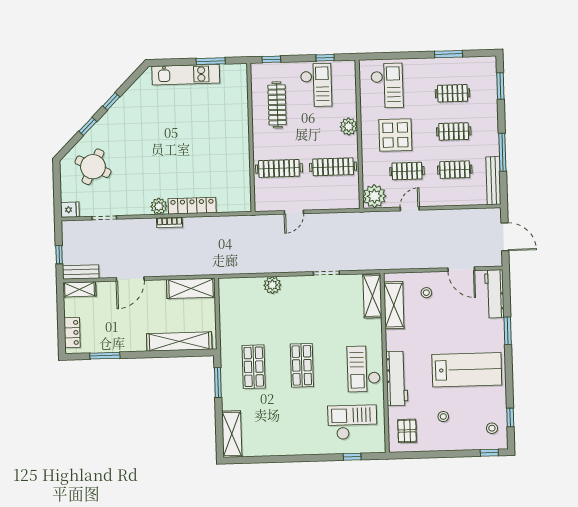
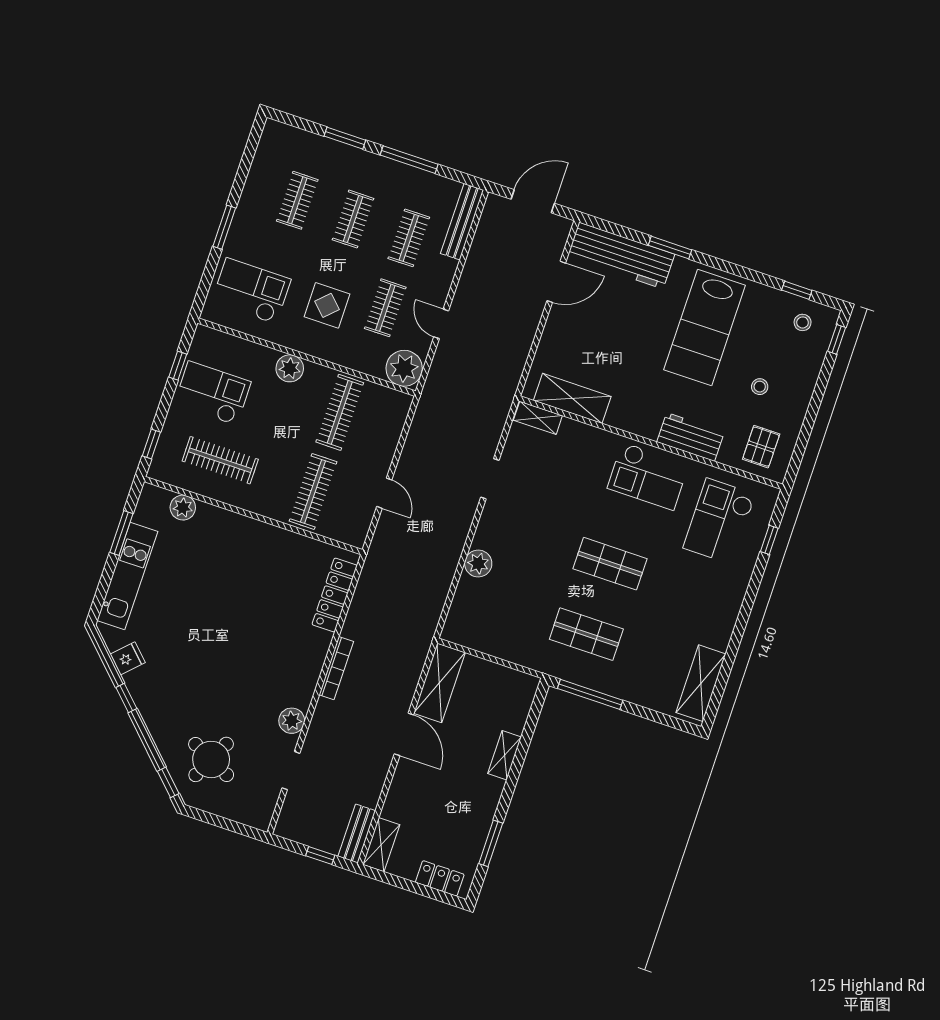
window: (448, 54) -> (224, 227), moved
window: (500, 86) -> (345, 138), moved
plant: (240, 93) -> (183, 508), added
window: (88, 126) -> (168, 782), moved
display table: (395, 135) -> (327, 305), width x0.73, depth x0.73
bench: (493, 181) -> (462, 222), moved, turned 90
plant: (159, 206) -> (292, 721), moved
locker: (192, 206) -> (335, 595), moved
fridge: (70, 210) -> (128, 658), moved, turned 45
bookcase: (170, 222) -> (336, 668), width x1.56
door: (130, 279) -> (404, 734), moved
stool: (426, 293) -> (571, 345), removed
workbench: (494, 294) -> (621, 256), width x1.36, depth x1.32
shelving: (372, 296) -> (538, 418), width x0.67, depth x0.75
shelving: (179, 342) -> (505, 755), width x0.45, depth x0.75
lab bench: (467, 370) -> (705, 328), turned 180
workbench: (397, 378) -> (691, 437), width x0.73
window: (218, 383) -> (590, 694), width x1.44
pallet: (407, 431) -> (761, 447), turned 90
shelving: (232, 434) -> (701, 683), moved, turned 90

